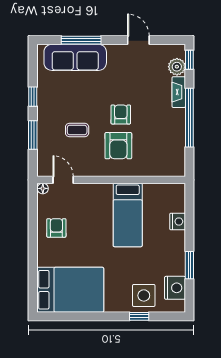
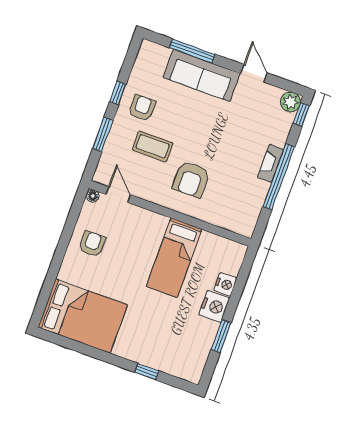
sofa: (75, 57) -> (202, 75), moved
plant: (177, 67) -> (290, 102), moved
fireplace: (179, 92) -> (271, 163), moved
armchair: (121, 114) -> (142, 108), moved
coffee table: (77, 130) -> (153, 146), width x1.36, depth x1.30
nightstand: (175, 288) -> (214, 306), moved
side table: (144, 295) -> (160, 351), removed

